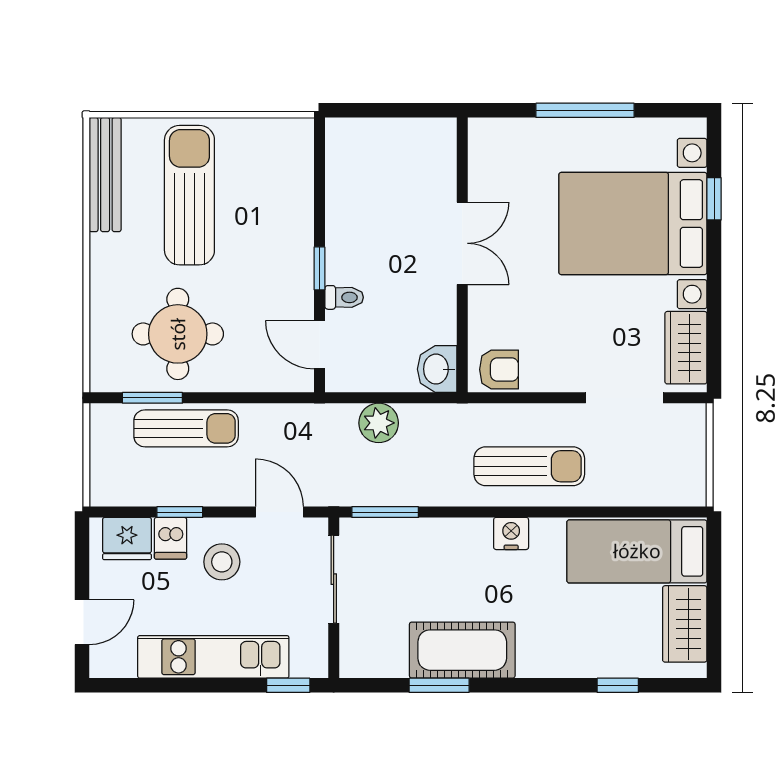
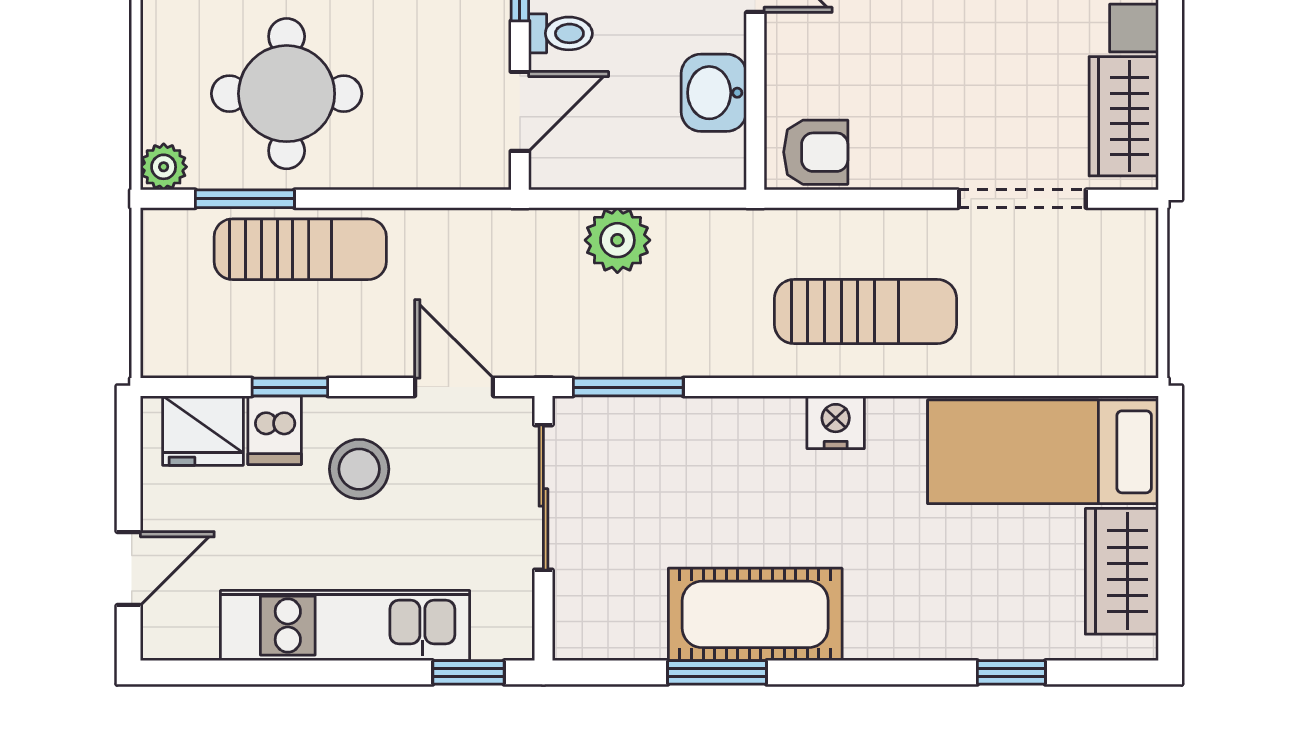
door: (319, 345) -> (520, 111), swing flipped
washbasin: (437, 369) -> (714, 93), moved
plant: (103, 378) -> (164, 167), added

